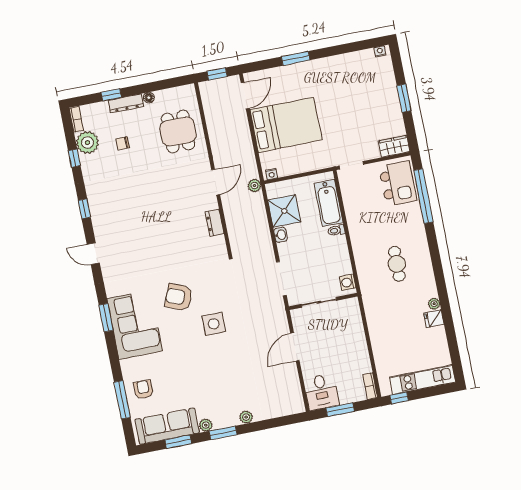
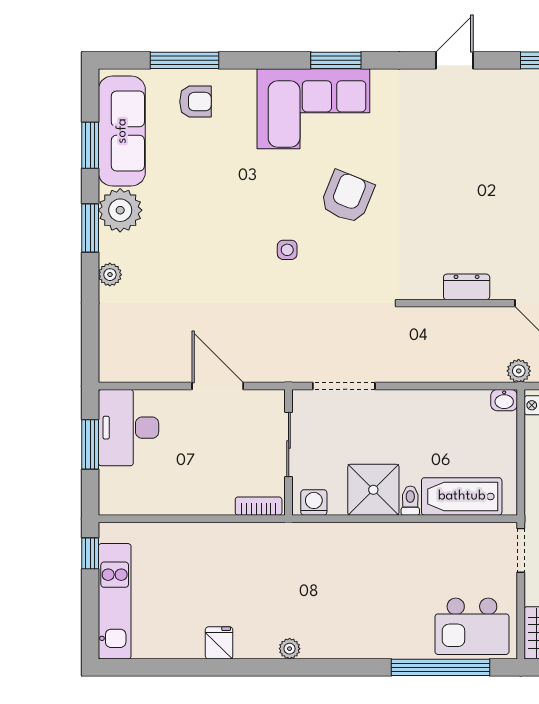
shower: (284, 211) -> (373, 490), moved
washbasin: (281, 235) -> (504, 400), moved
cafe table: (397, 264) -> (329, 596), removed
plant: (434, 304) -> (290, 649), moved
side table: (214, 324) -> (287, 250), width x0.54, depth x0.54
bookcase: (370, 386) -> (259, 506), moved
desk: (321, 392) -> (128, 428), width x1.37
plant: (206, 425) -> (120, 210), width x1.87, depth x1.87

